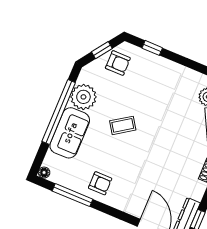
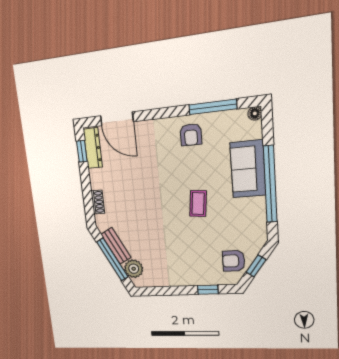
plant: (83, 97) -> (252, 212), removed
coffee table: (123, 125) -> (198, 204), turned -50
armchair: (100, 183) -> (191, 135), turned -90

